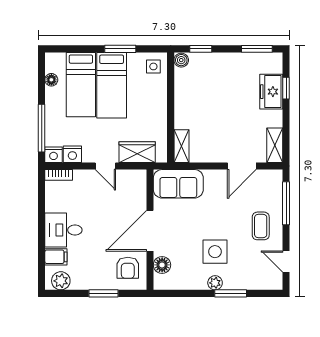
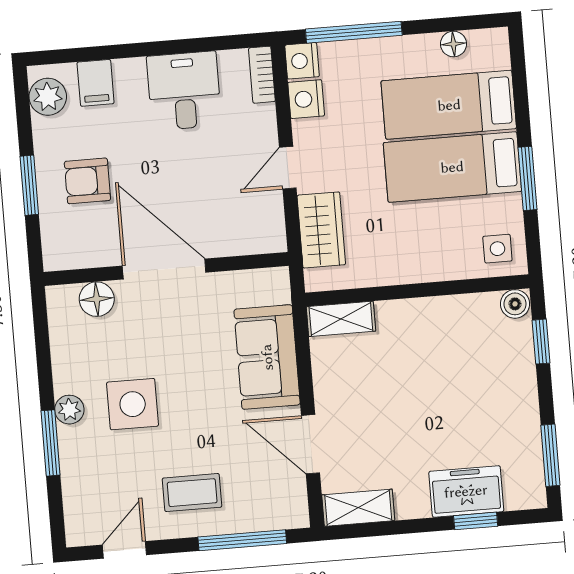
sofa: (178, 184) -> (267, 357), moved
desk: (63, 230) -> (184, 91), moved
armchair: (128, 268) -> (87, 181), moved

